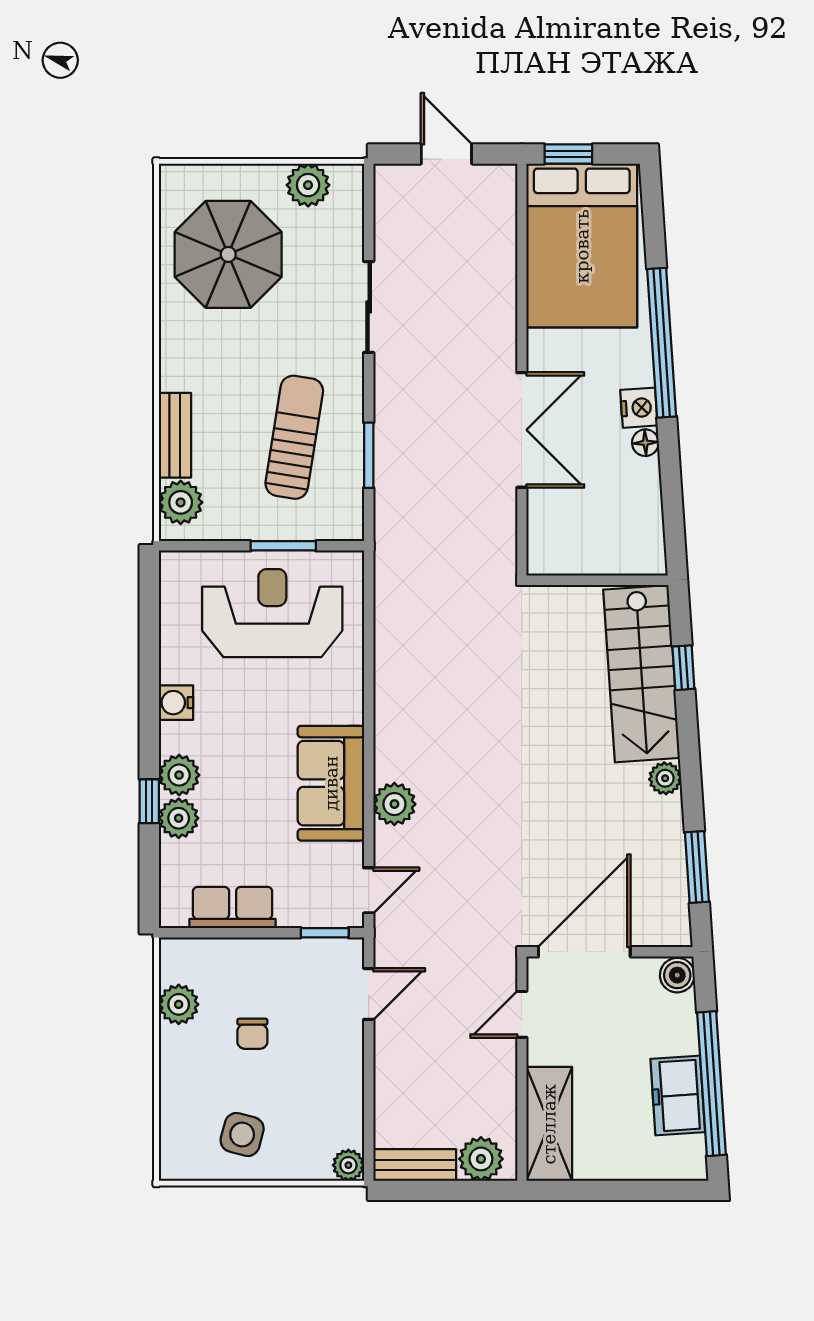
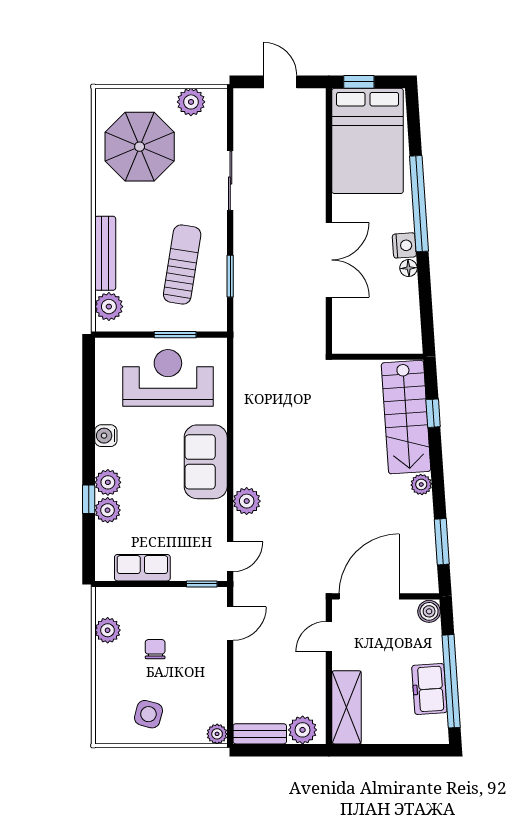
bench: (175, 435) -> (105, 253), width x1.36
sofa: (331, 783) -> (206, 462), moved
chair: (252, 1034) -> (155, 649), turned 180

